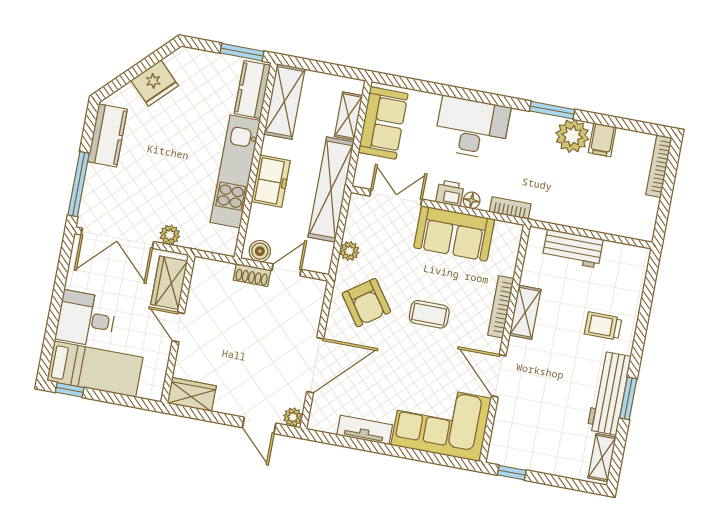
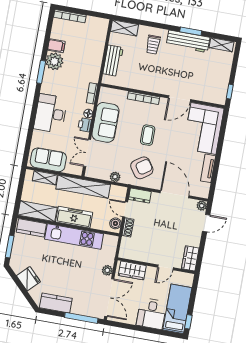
window: (242, 52) -> (10, 247), moved
freezer: (271, 181) -> (74, 217), width x1.40
dresser: (313, 298) -> (140, 196), added
shelving: (525, 312) -> (125, 28), moved
door: (178, 327) -> (166, 267), moved

